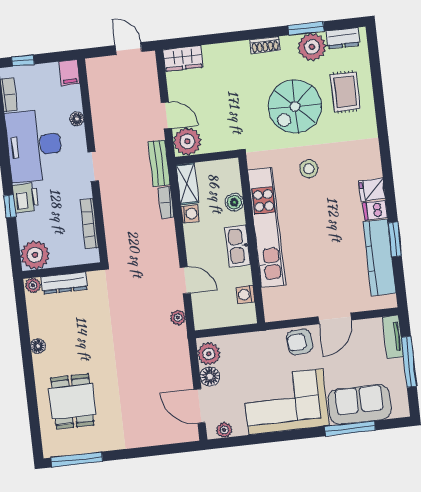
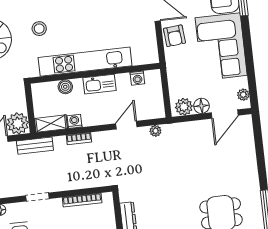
bookcase: (166, 203) -> (79, 139), moved

